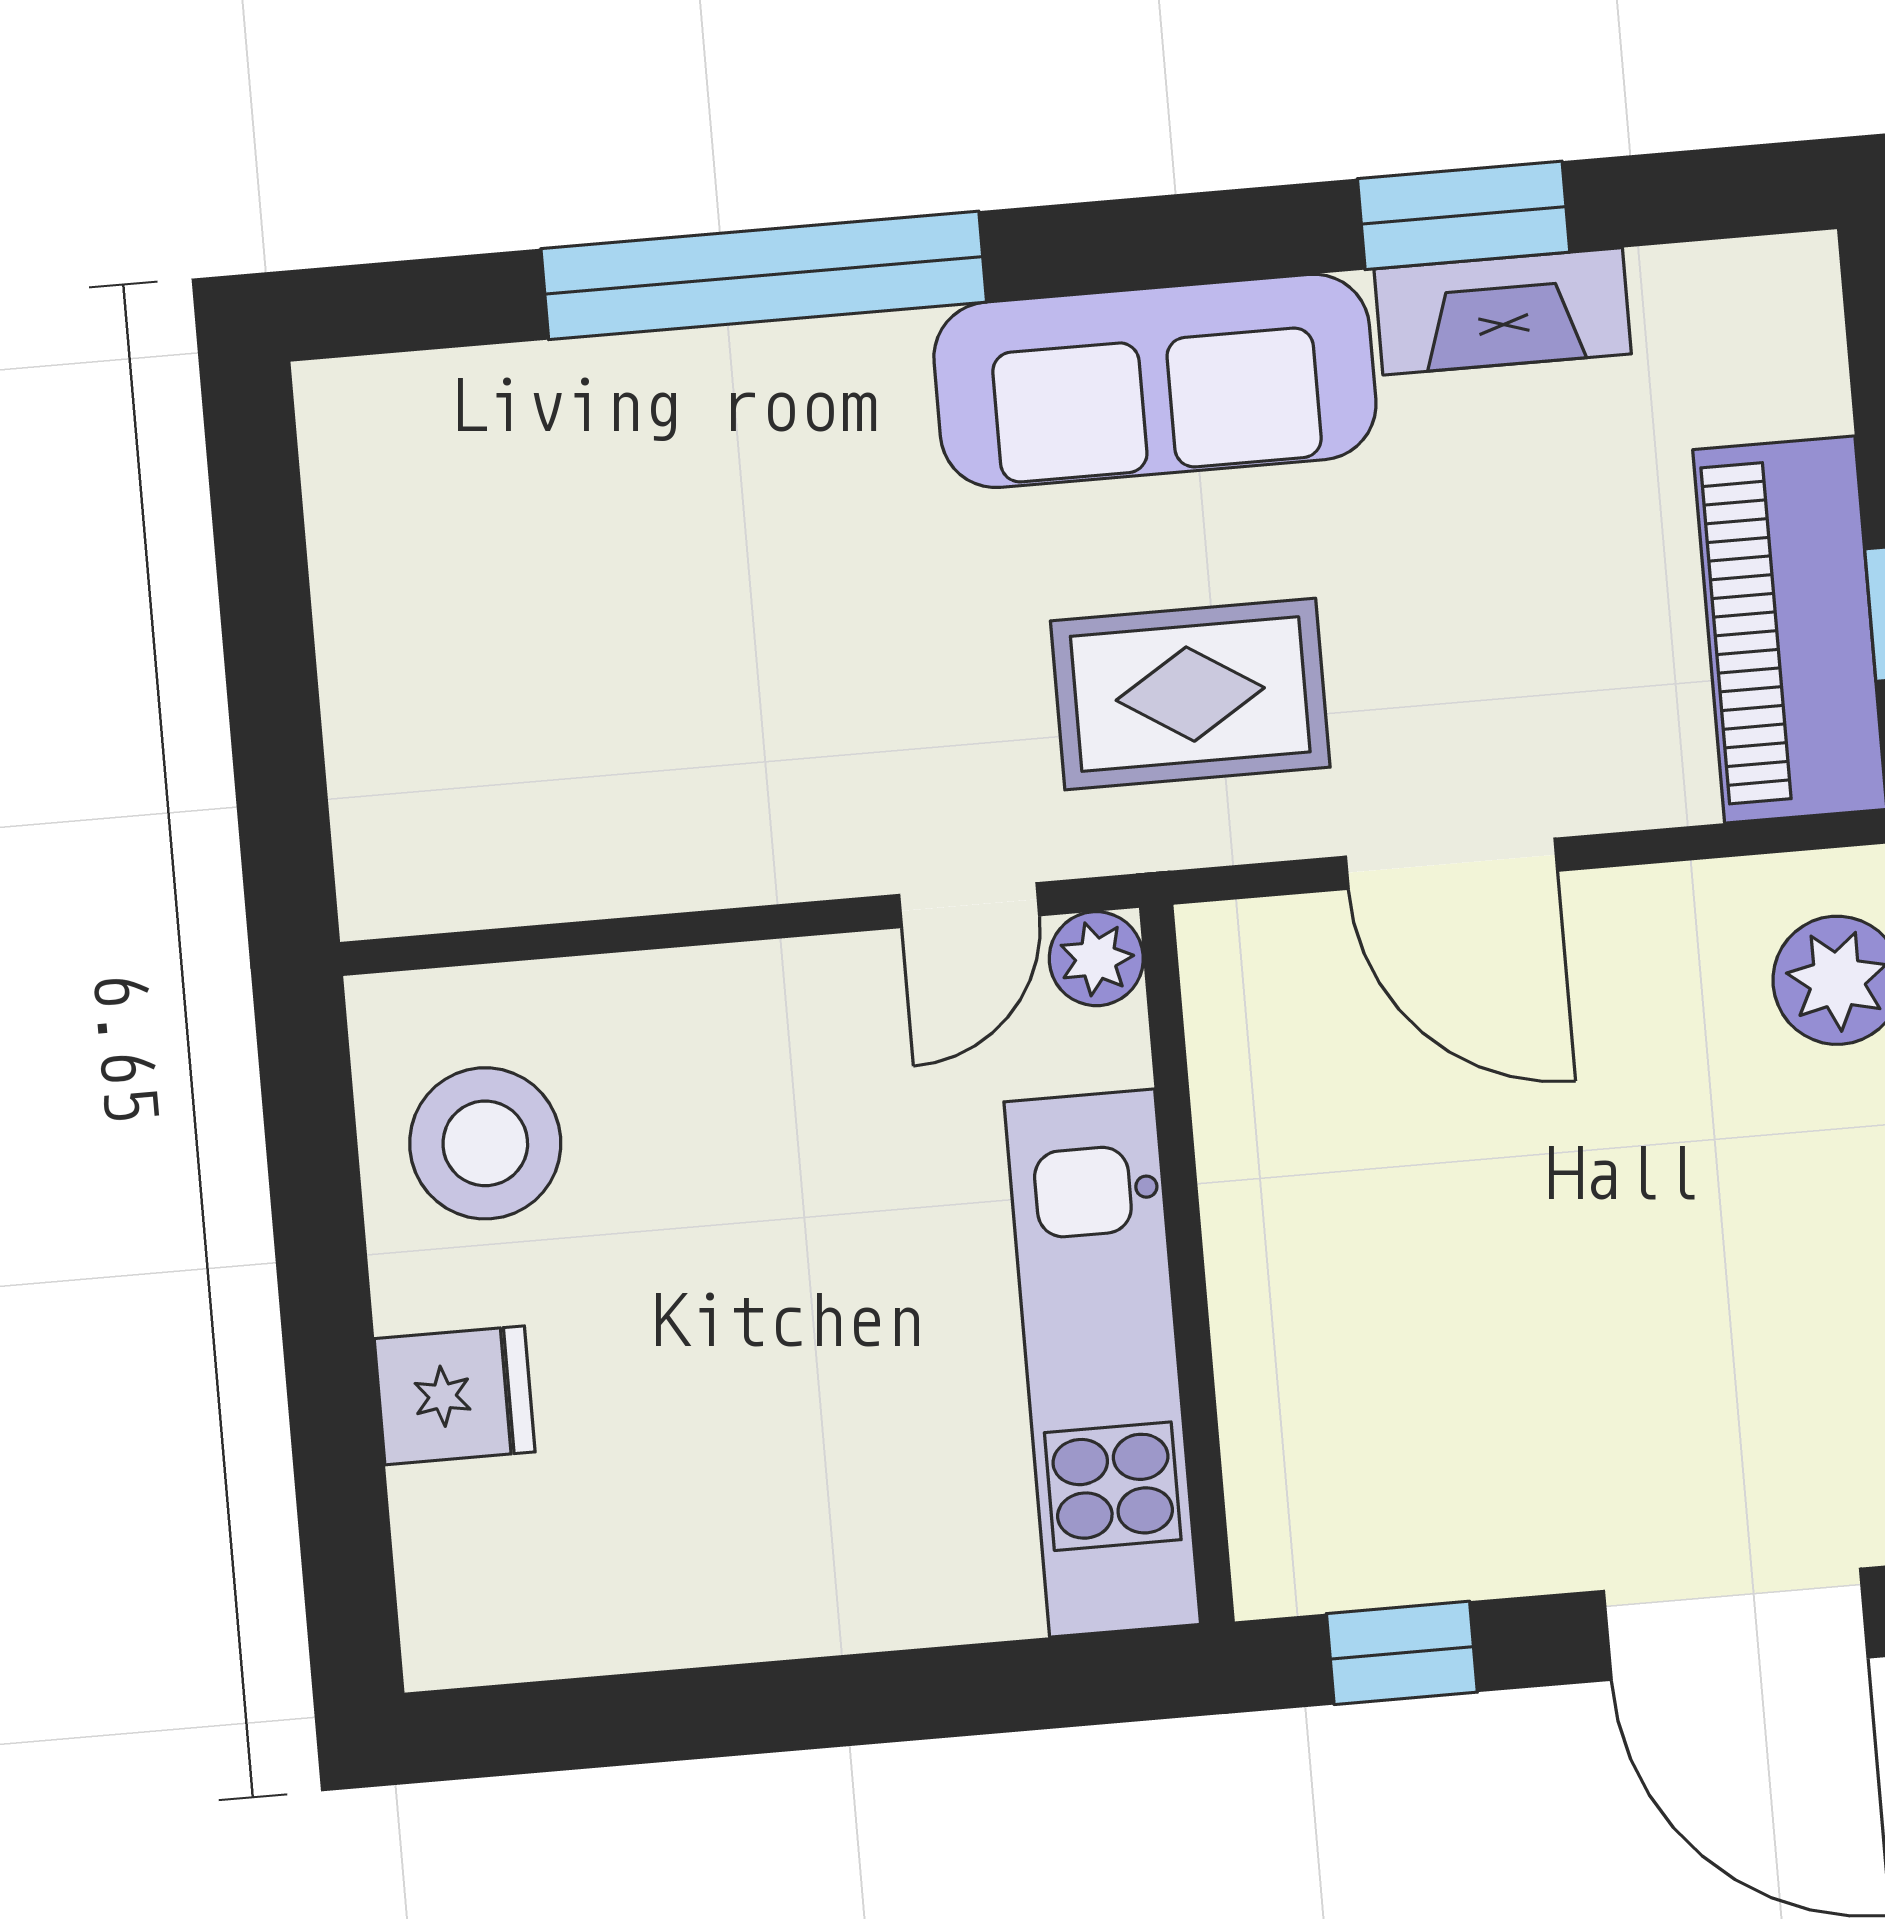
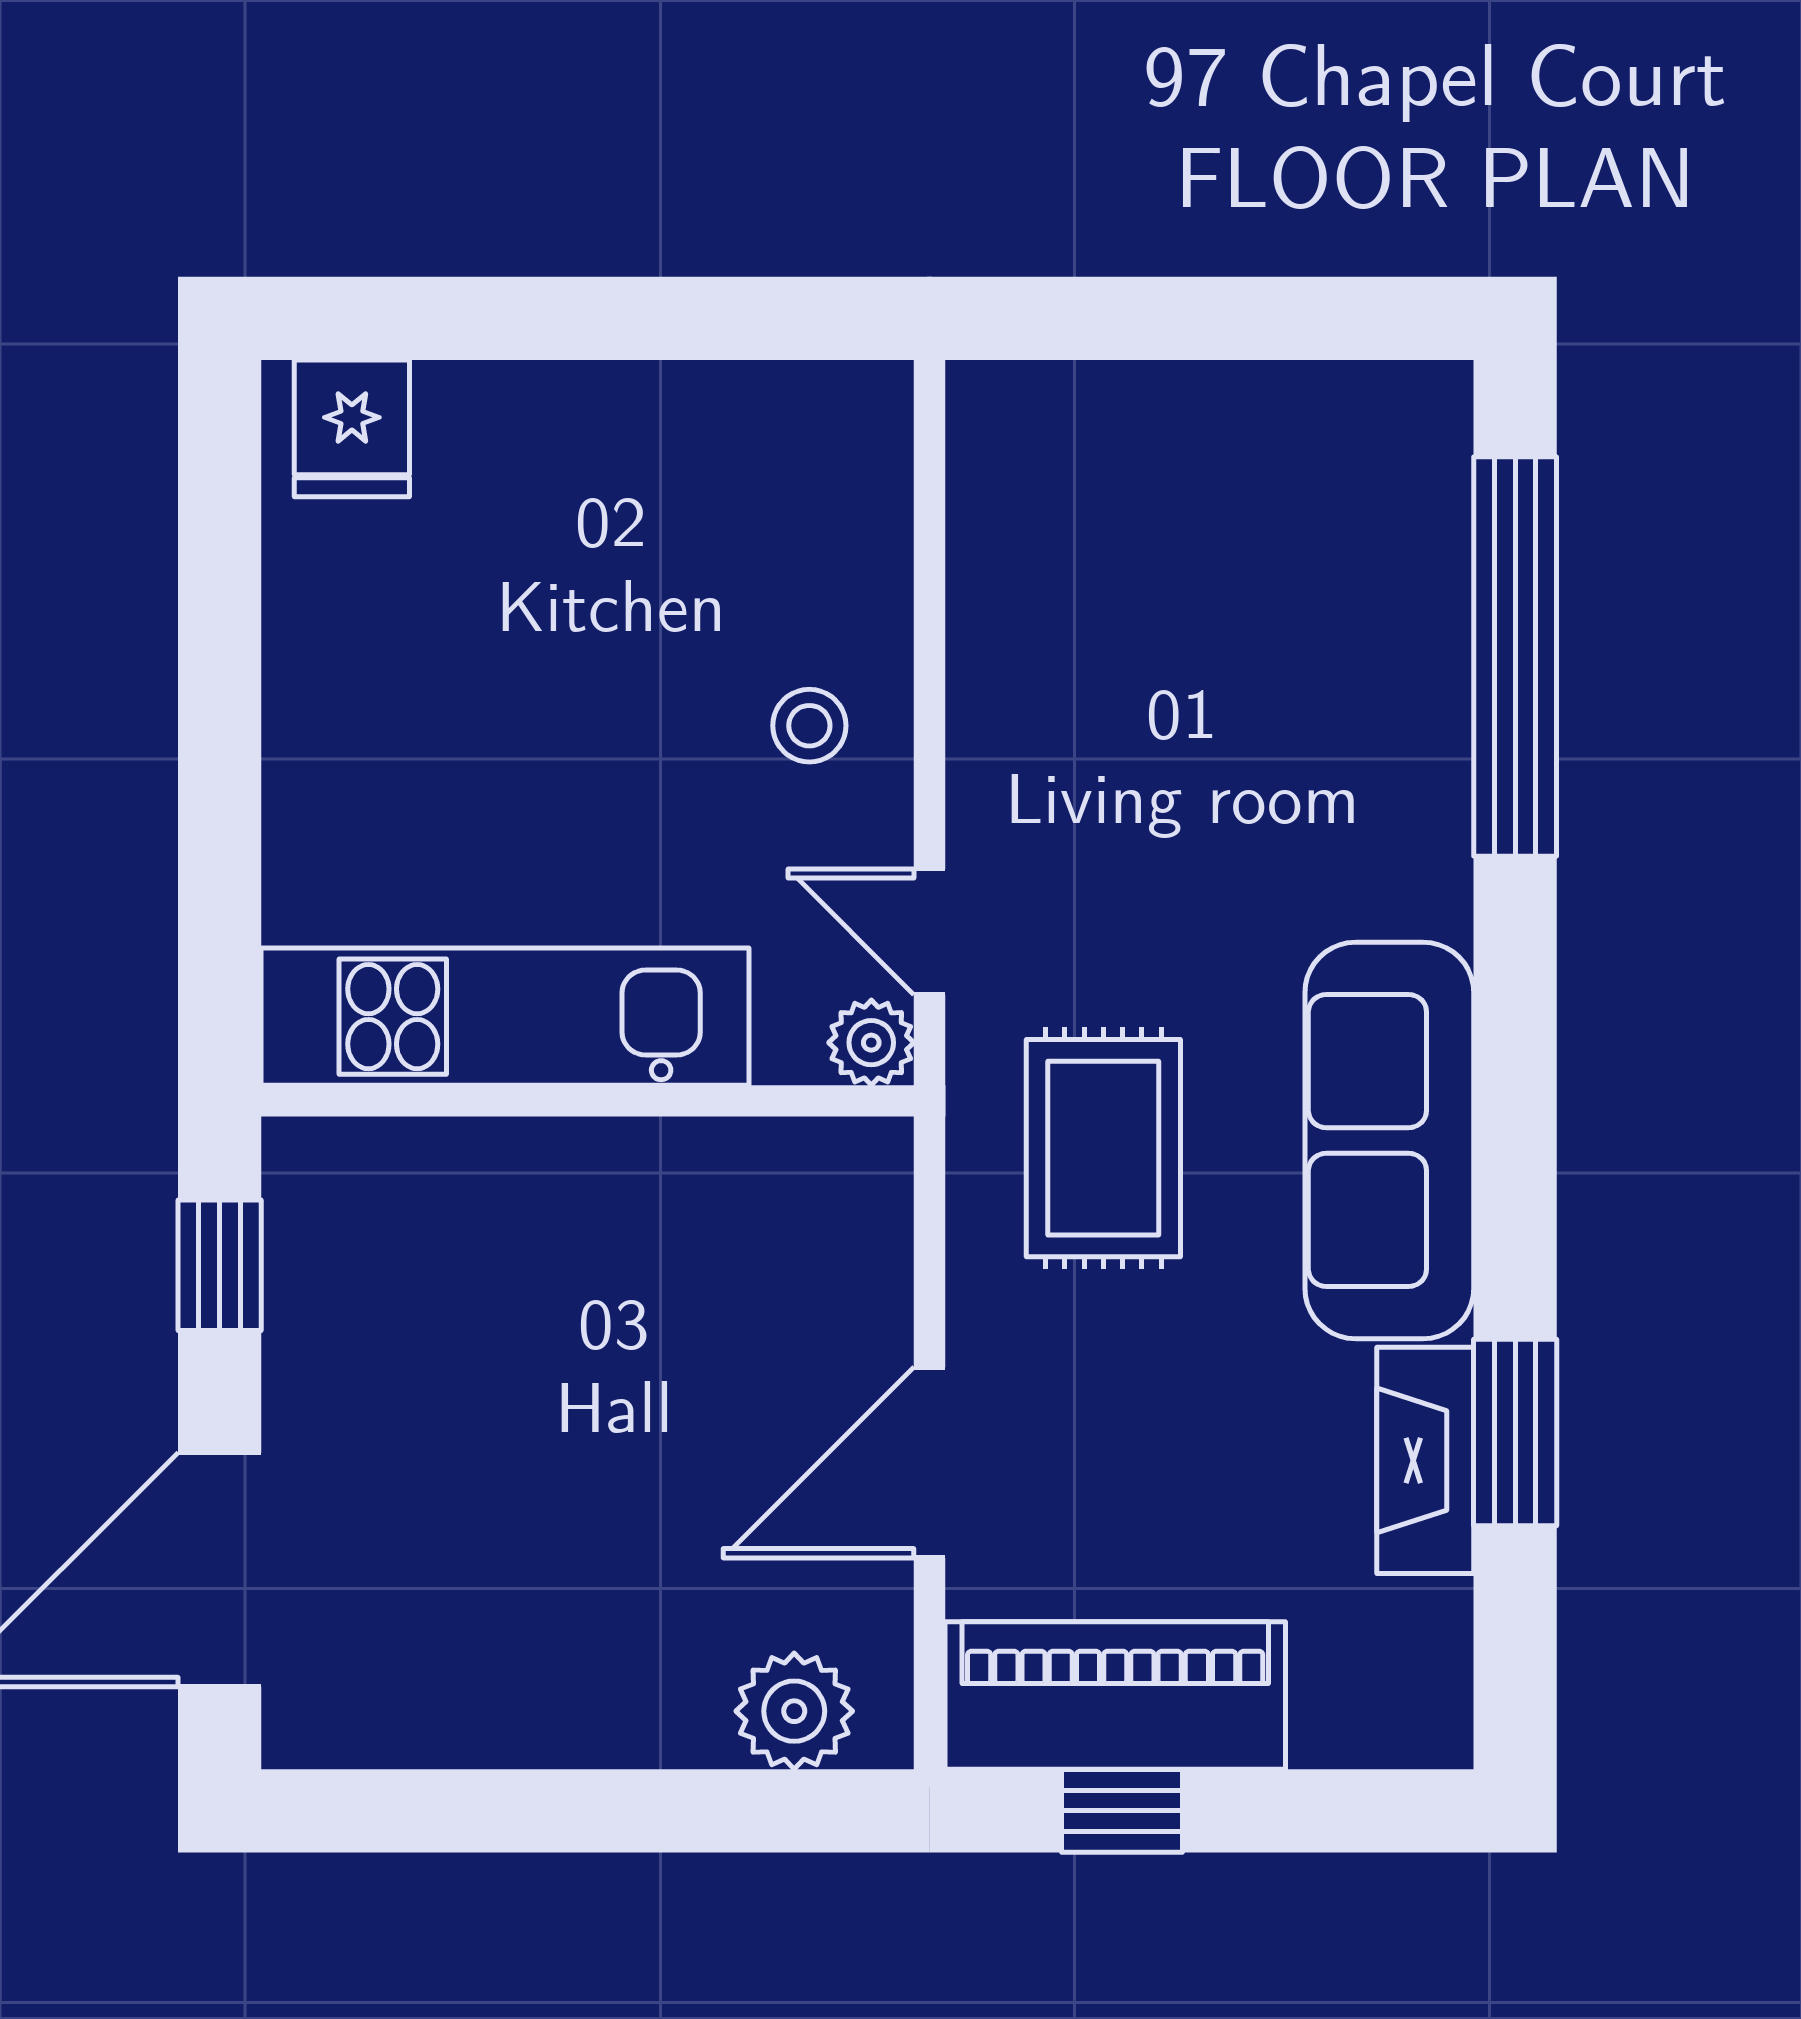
window: (764, 275) -> (1515, 657), moved
door: (1452, 864) -> (930, 1463), moved
stool: (485, 1143) -> (809, 726), moved, width x0.53, depth x0.53
fridge: (455, 1395) -> (352, 428), moved

